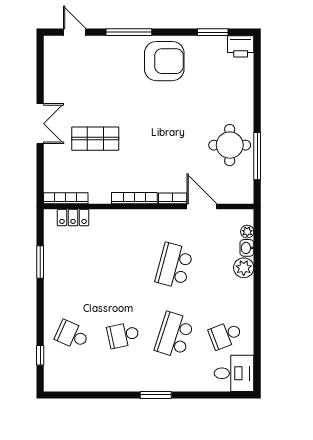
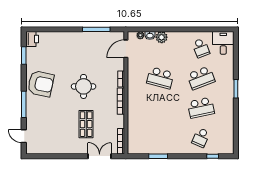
door: (75, 32) -> (24, 136), hinge flipped
armchair: (164, 61) -> (41, 84), turned 102
double door: (40, 124) -> (100, 156), moved
round table: (230, 145) -> (84, 86), moved
door: (202, 207) -> (126, 49), moved
locker: (73, 218) -> (132, 137), removed
school desk: (123, 335) -> (201, 108), width x1.85
school desk: (174, 335) -> (201, 78), turned -39

